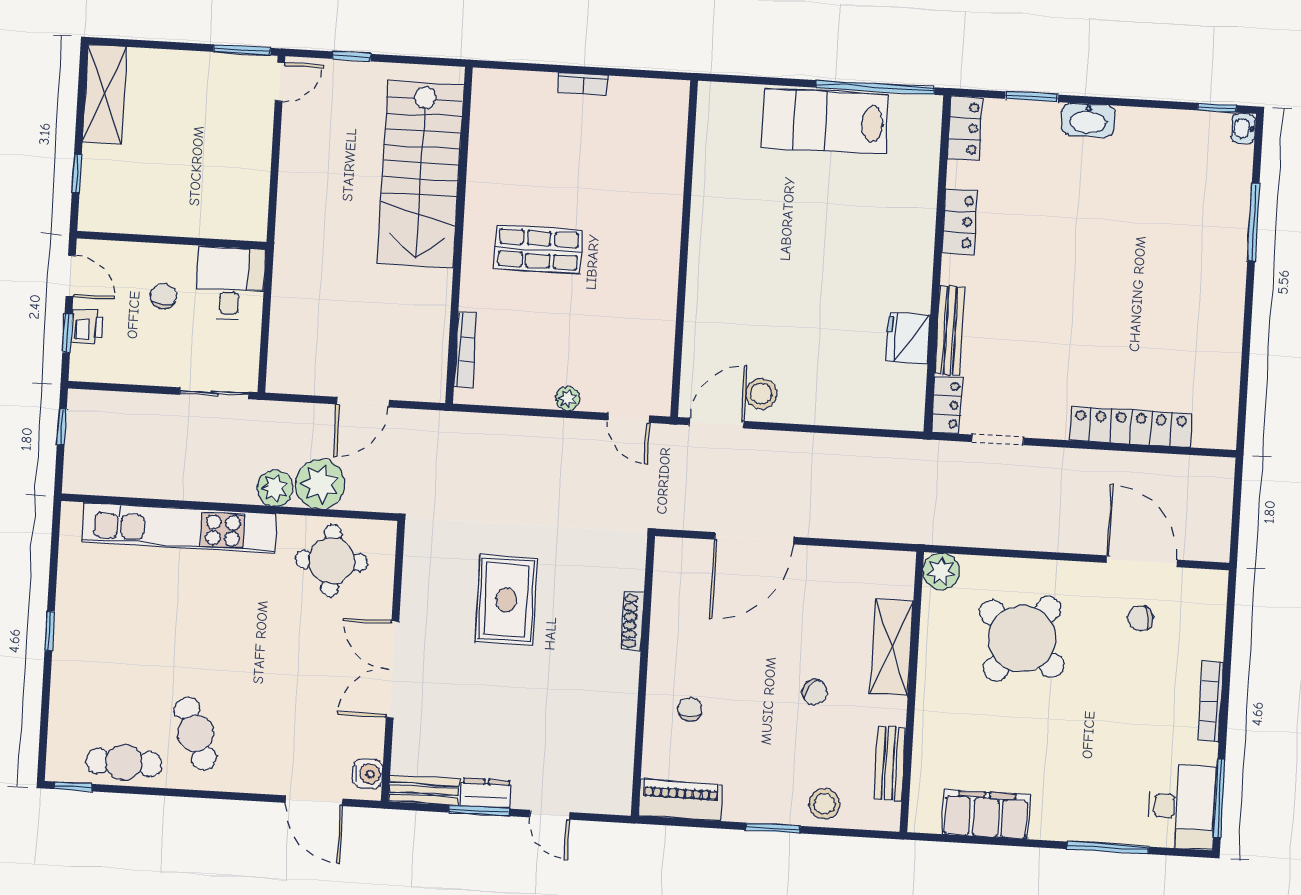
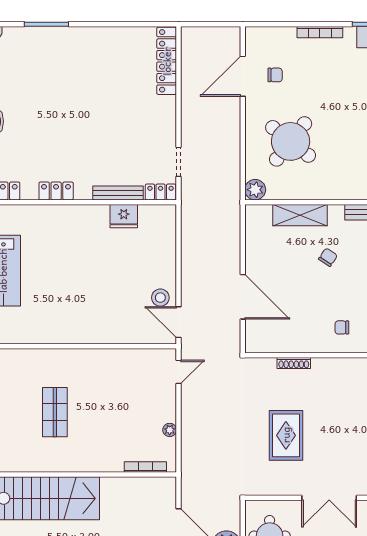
shop shelf: (538, 249) -> (55, 412), moved
plant: (568, 399) -> (170, 430), moved
locker: (1131, 427) -> (167, 61), moved
rug: (506, 600) -> (286, 435), turned 90
chair: (1140, 618) -> (275, 75), turned -82

